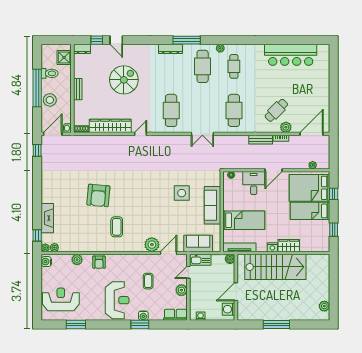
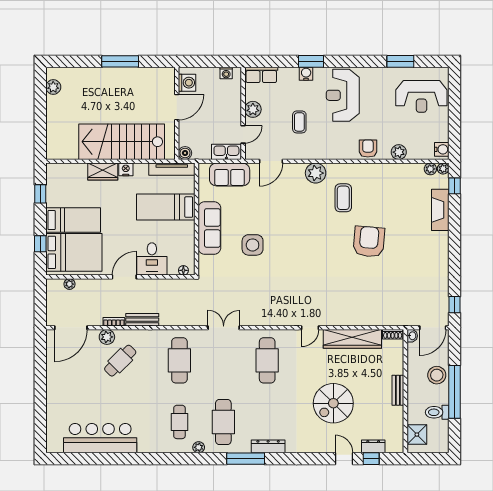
dresser: (82, 49) -> (373, 446), moved
plant: (152, 245) -> (316, 173), moved

